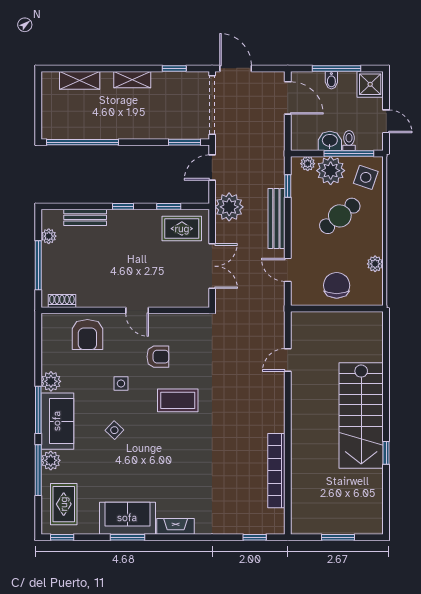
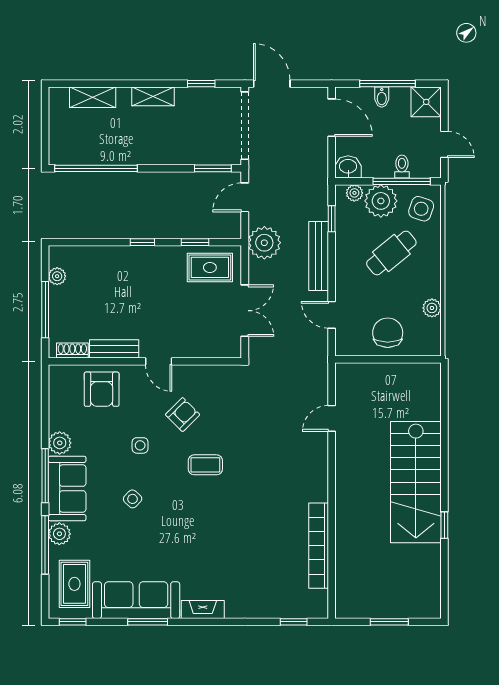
washbasin: (330, 141) -> (348, 167), moved
bench: (85, 217) -> (114, 349), moved
armchair: (158, 357) -> (183, 415), turned -45
coffee table: (178, 400) -> (205, 465), width x0.73, depth x0.77
sofa: (127, 518) -> (136, 600), width x1.36

